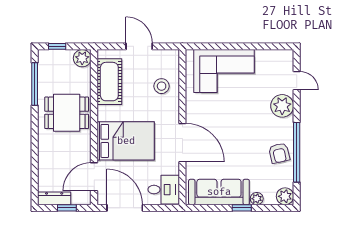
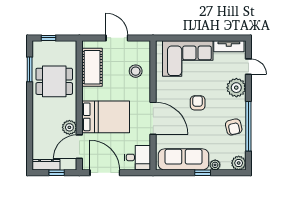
tv unit: (273, 56) -> (229, 46), added
plant: (82, 58) -> (69, 127), moved
window: (35, 84) -> (30, 69), width x0.69
dining table: (67, 113) -> (54, 81), moved
armchair: (236, 124) -> (198, 103), added

